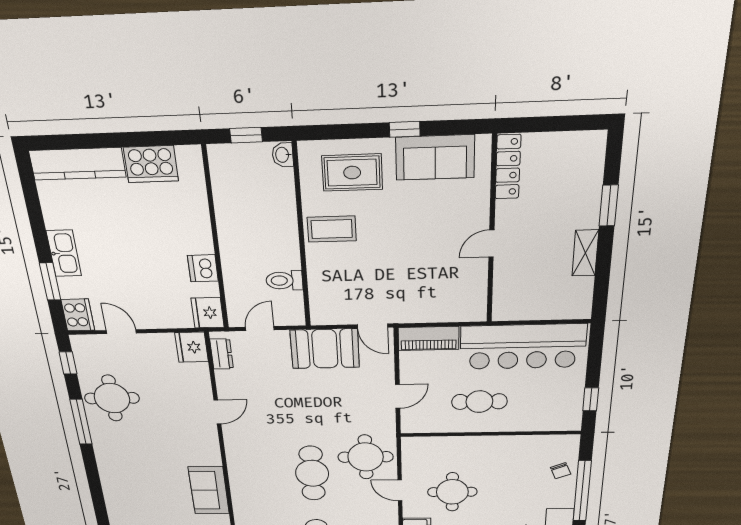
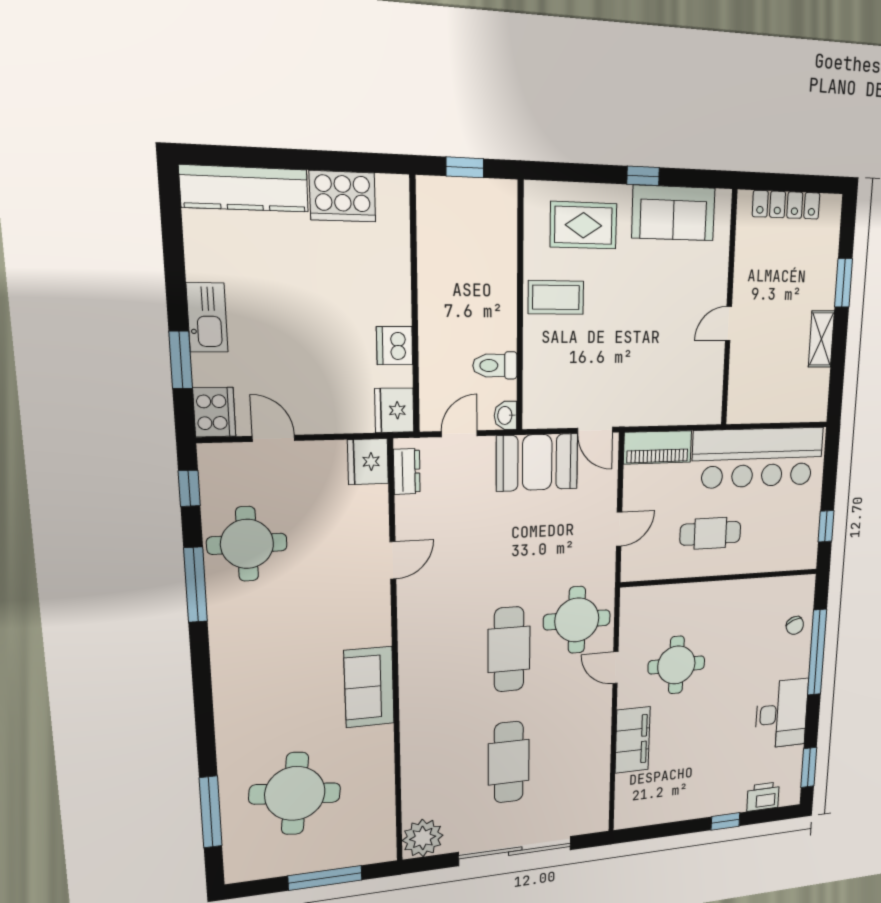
washbasin: (283, 155) -> (506, 415), moved
locker: (508, 167) -> (786, 205), moved, turned 90

